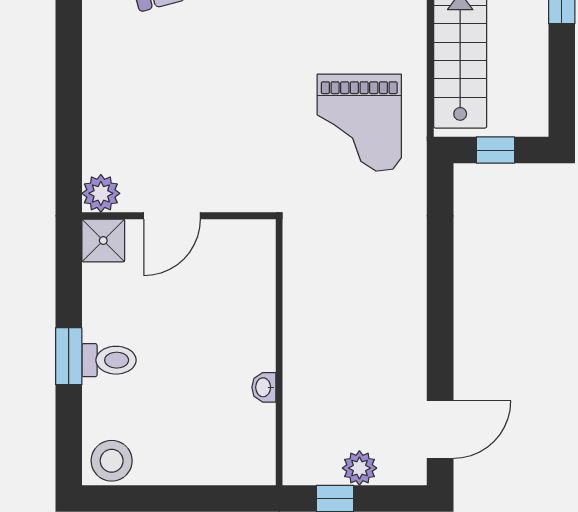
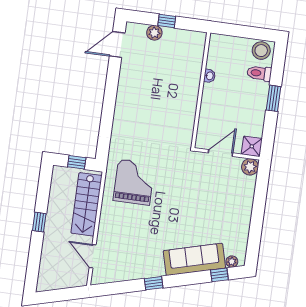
wall: (279, 352) -> (201, 90), moved
toilet: (109, 360) -> (259, 73), moved
washbasin: (264, 387) -> (209, 76), moved

